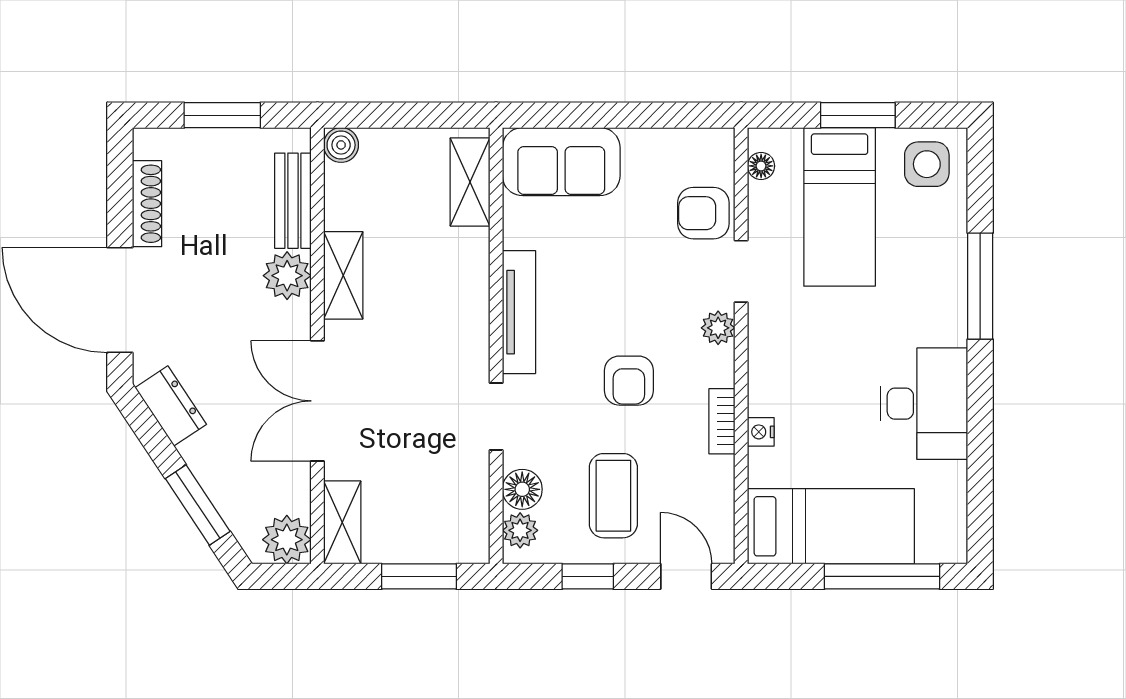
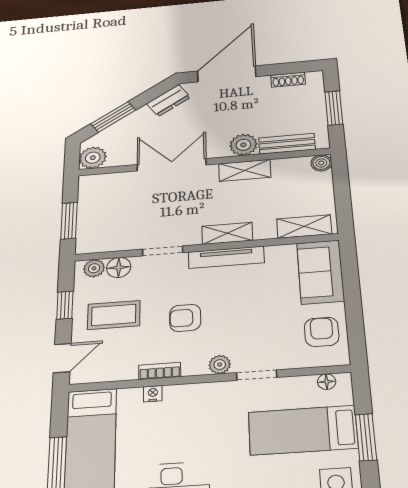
shoe rack: (147, 204) -> (288, 80), width x0.70
armchair: (703, 213) -> (322, 332), moved
shelving: (342, 522) -> (227, 233), moved

